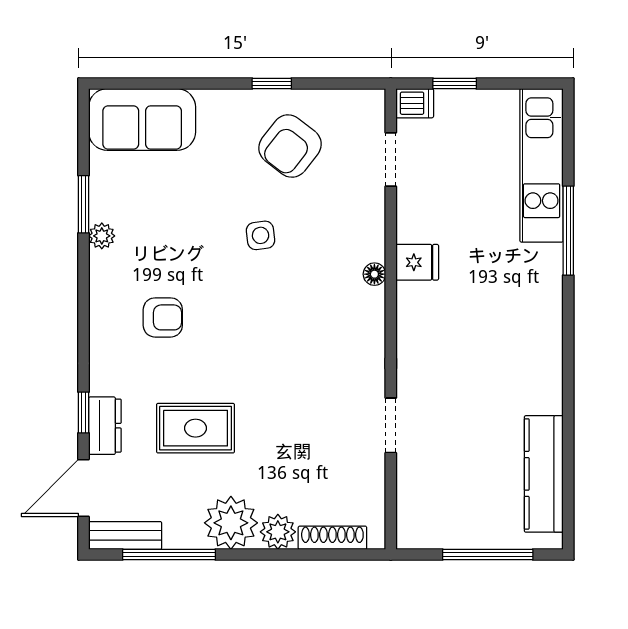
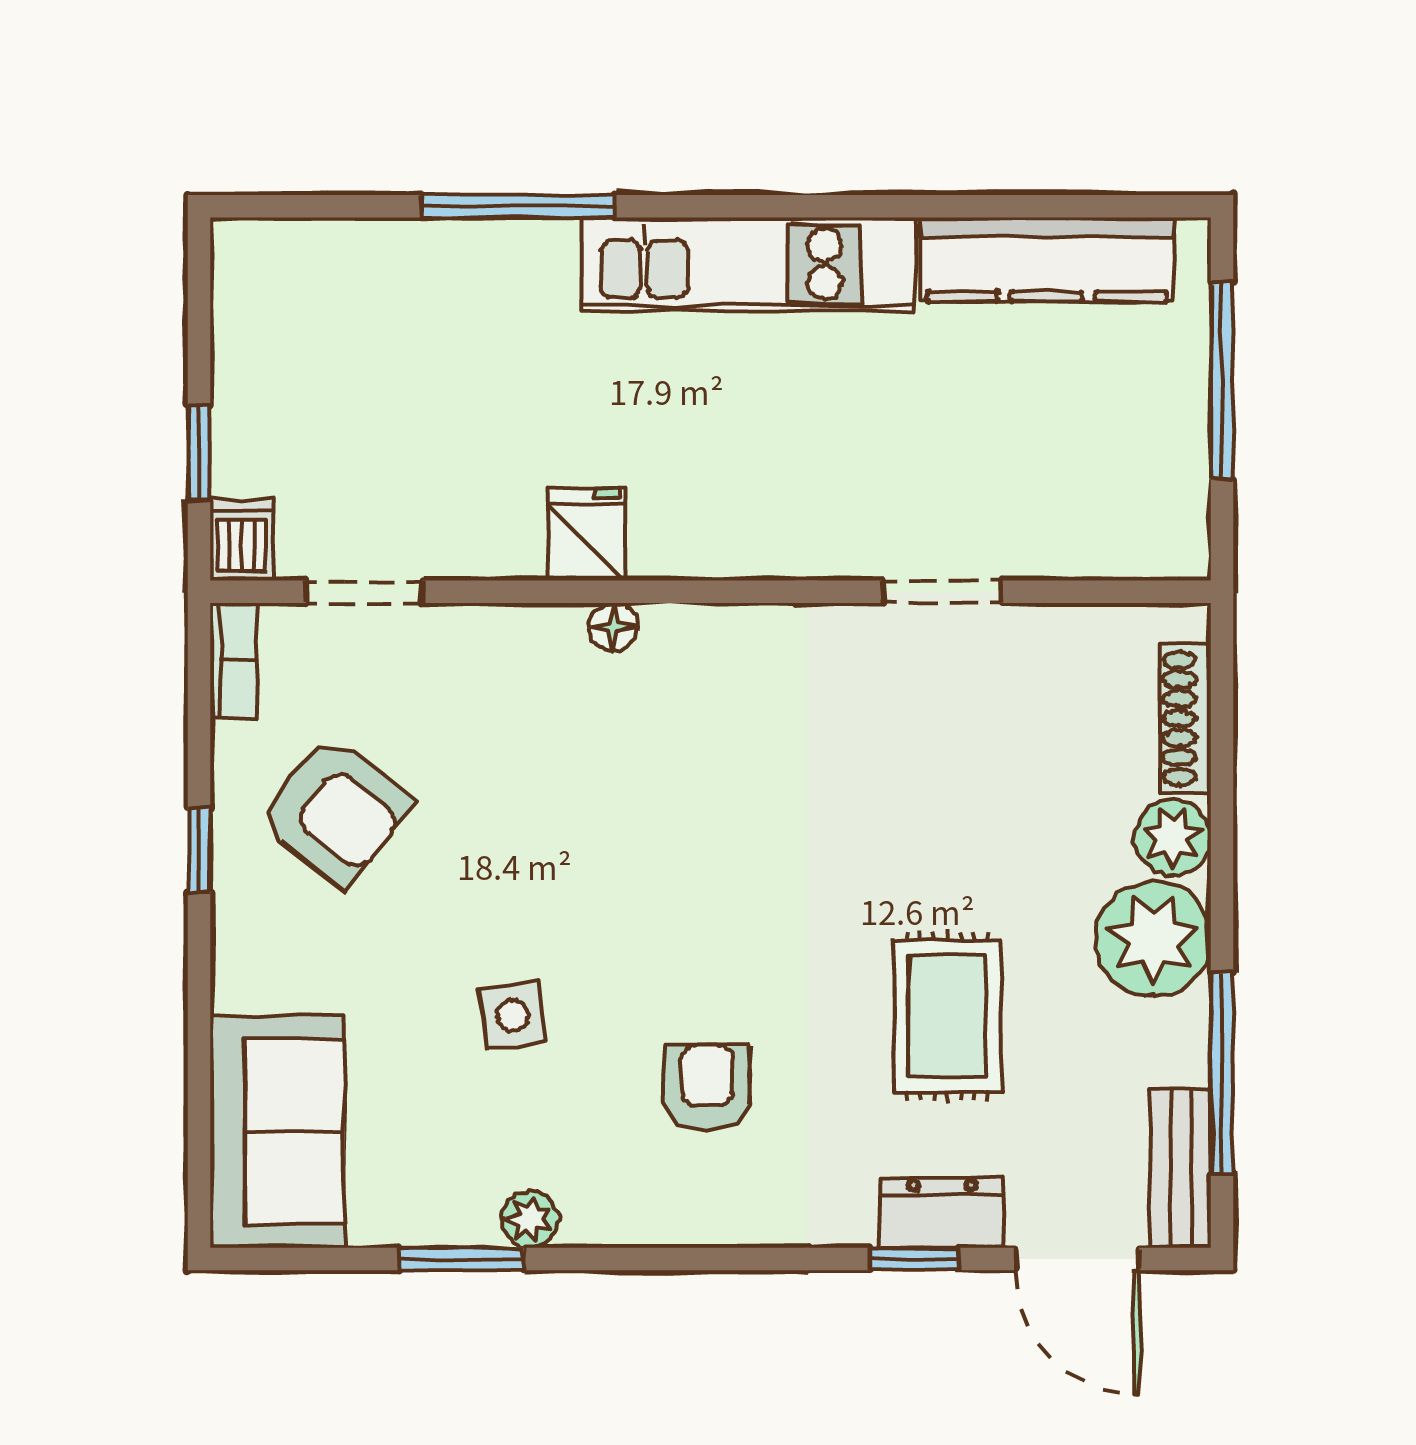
bookcase: (359, 99) -> (233, 661), added
kitchen unit: (542, 165) -> (748, 264), moved
side table: (261, 235) -> (513, 1016), moved

